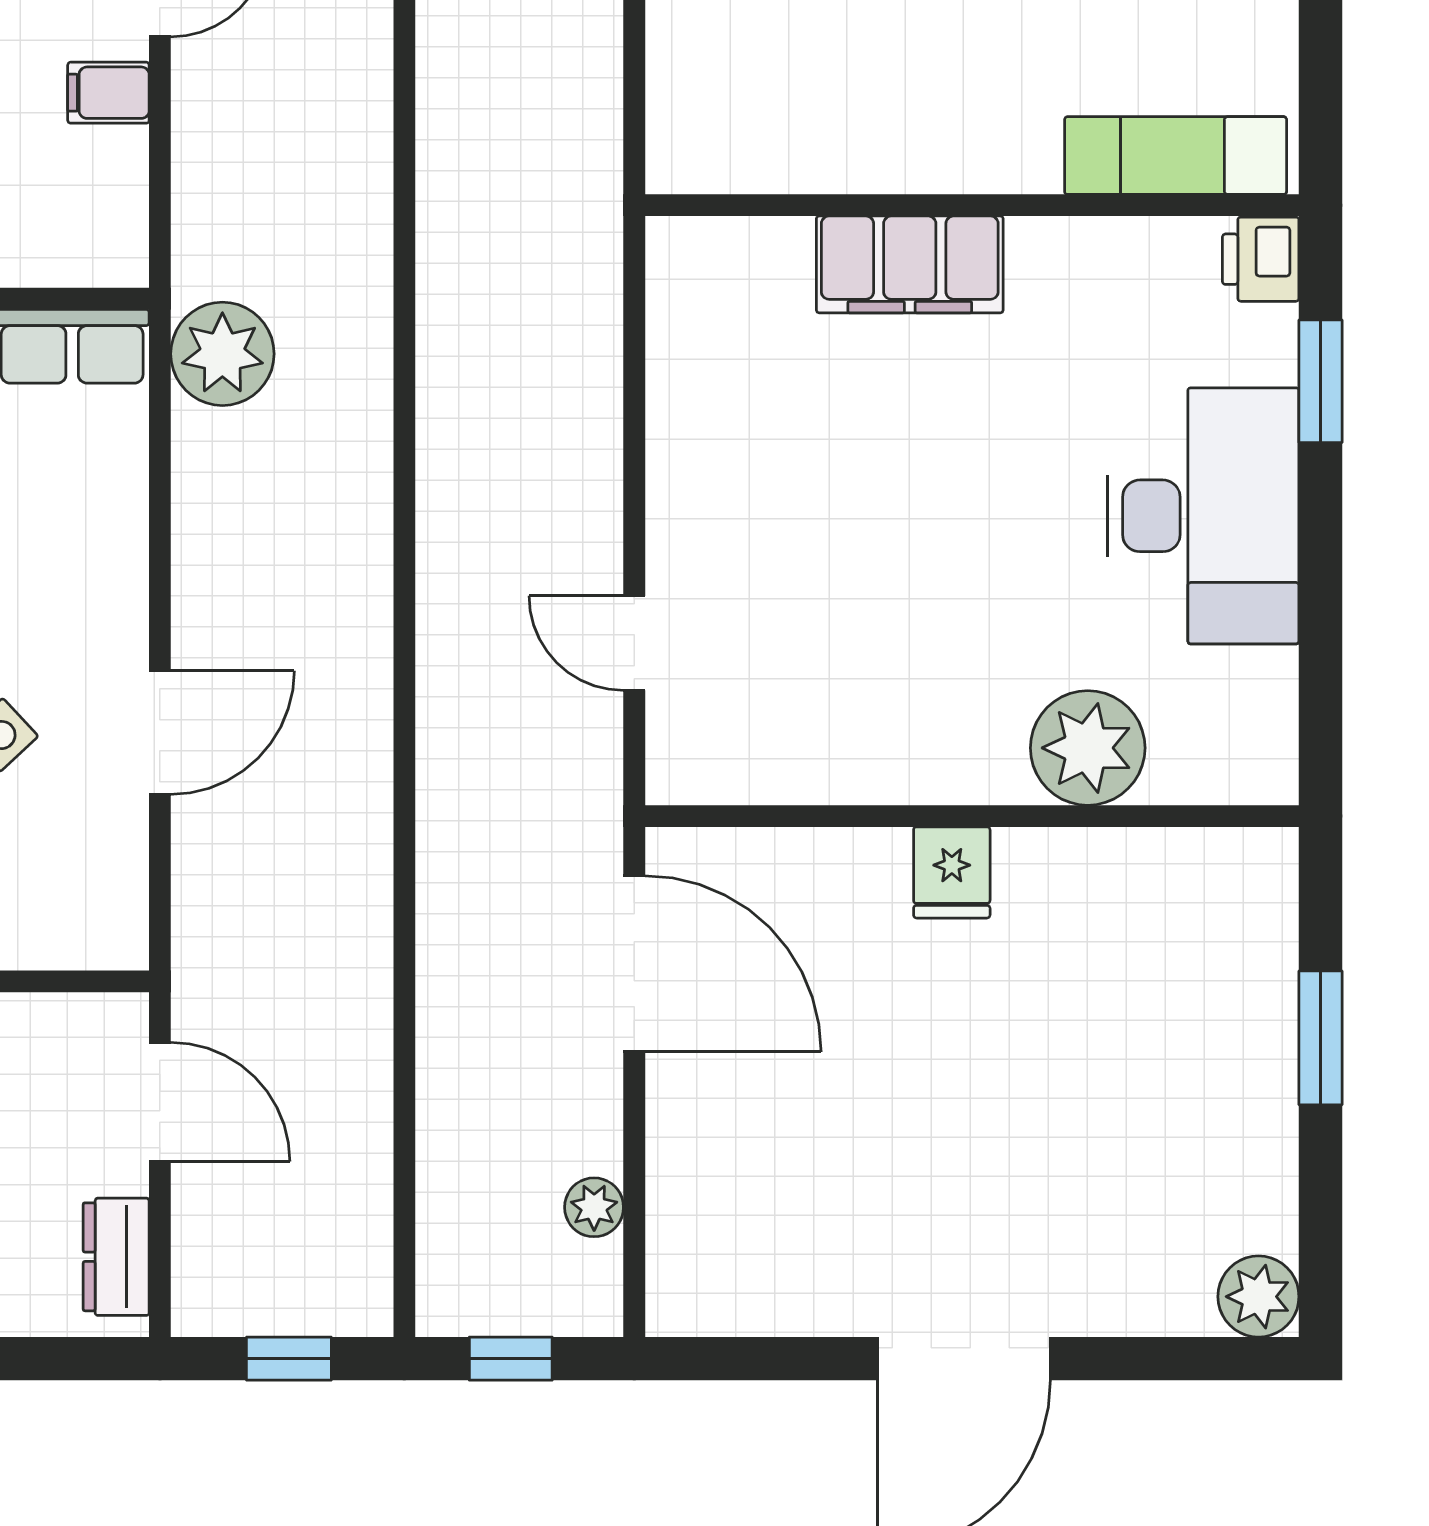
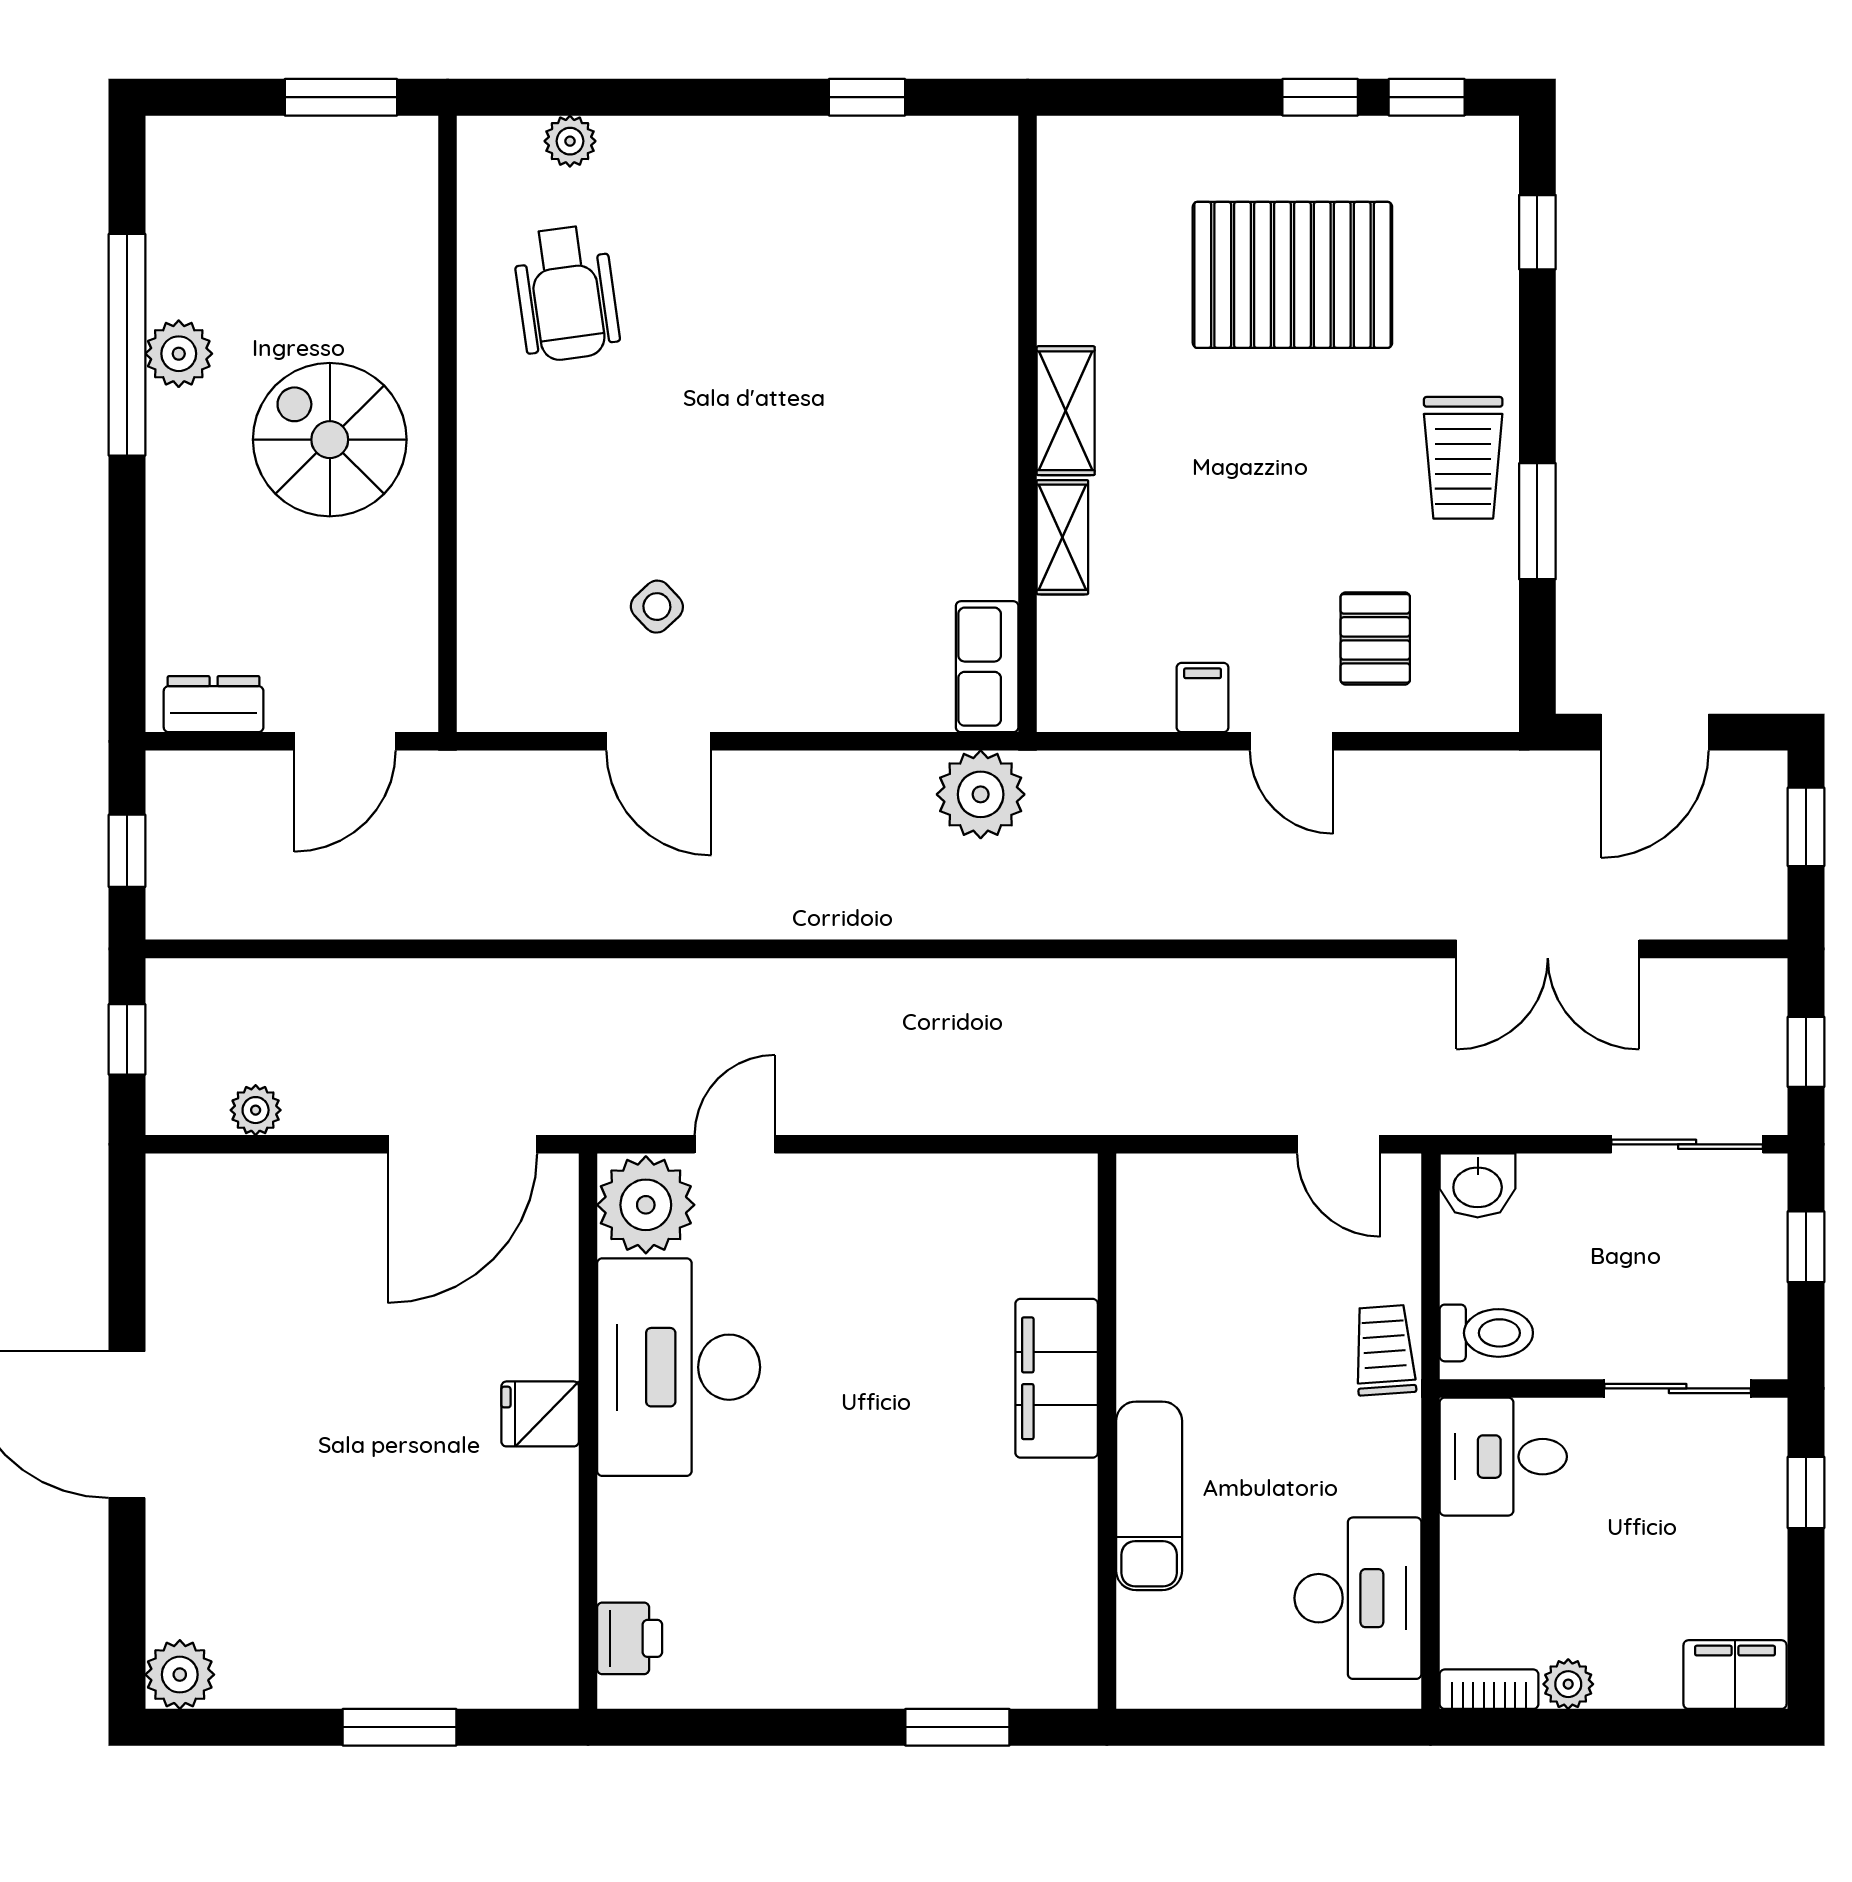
exam couch: (1176, 156) -> (1149, 1496), moved
printer: (1261, 259) -> (630, 1638), moved, turned 90
desk: (1203, 516) -> (679, 1367), moved, turned 90
plant: (1088, 748) -> (646, 1205), moved

